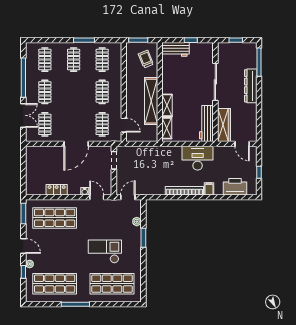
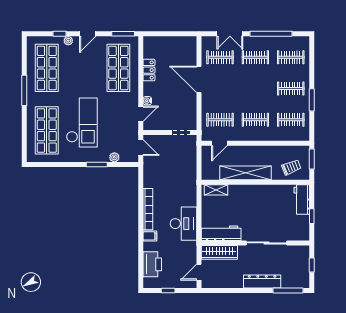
shelving: (167, 105) -> (241, 190), removed
door: (76, 144) -> (199, 79), moved
checkout: (105, 251) -> (82, 123), width x1.36, depth x1.21

